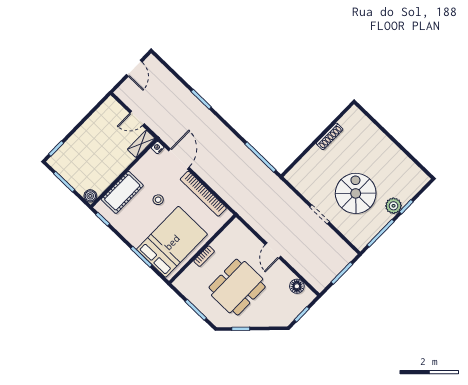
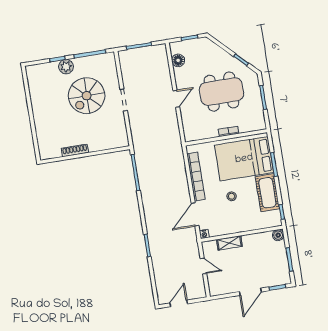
door: (78, 126) -> (250, 292), added
shelving: (141, 144) -> (229, 243), moved
cot: (122, 192) -> (267, 193), moved, turned 90

